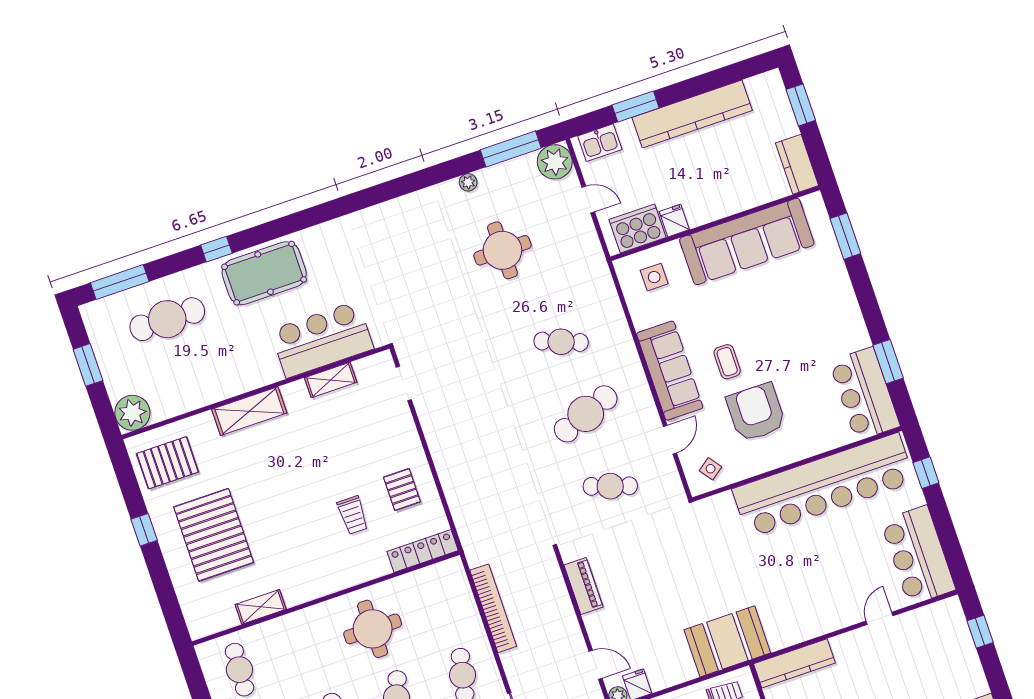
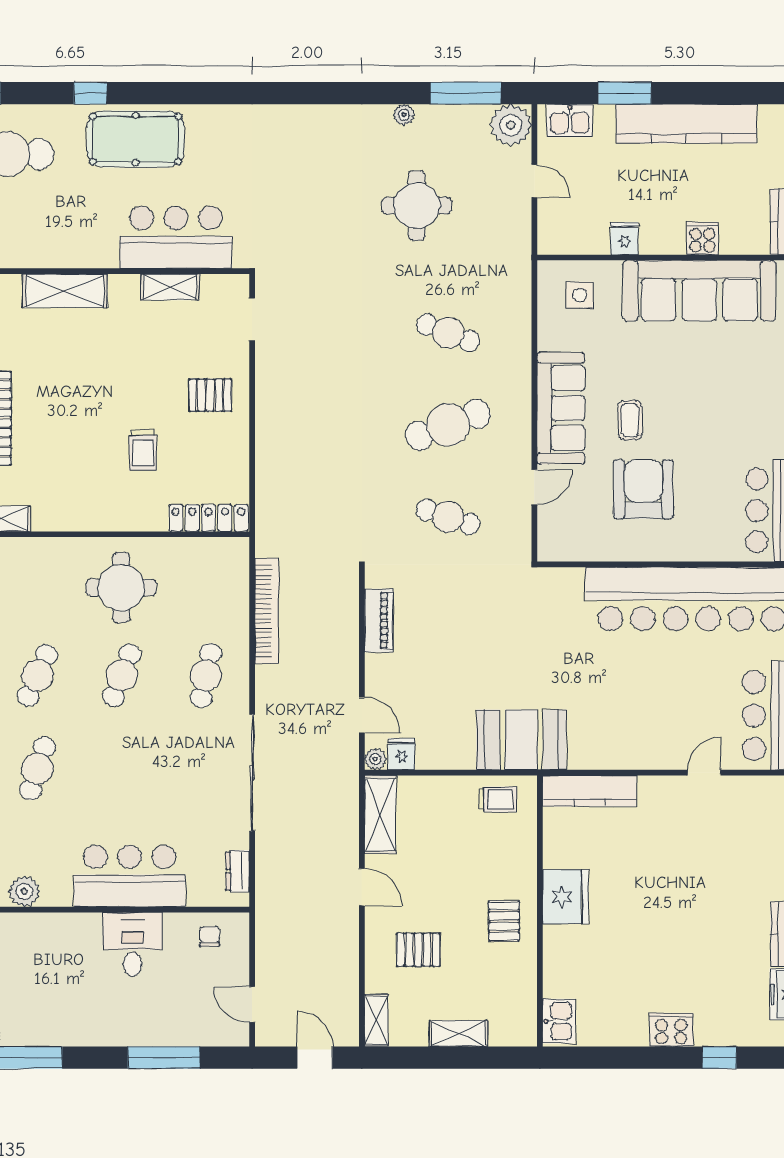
cooker: (638, 229) -> (702, 238), moved, width x0.53, depth x0.76
side table: (711, 469) -> (569, 536), removed
pallet: (402, 490) -> (210, 395), moved, turned 90

